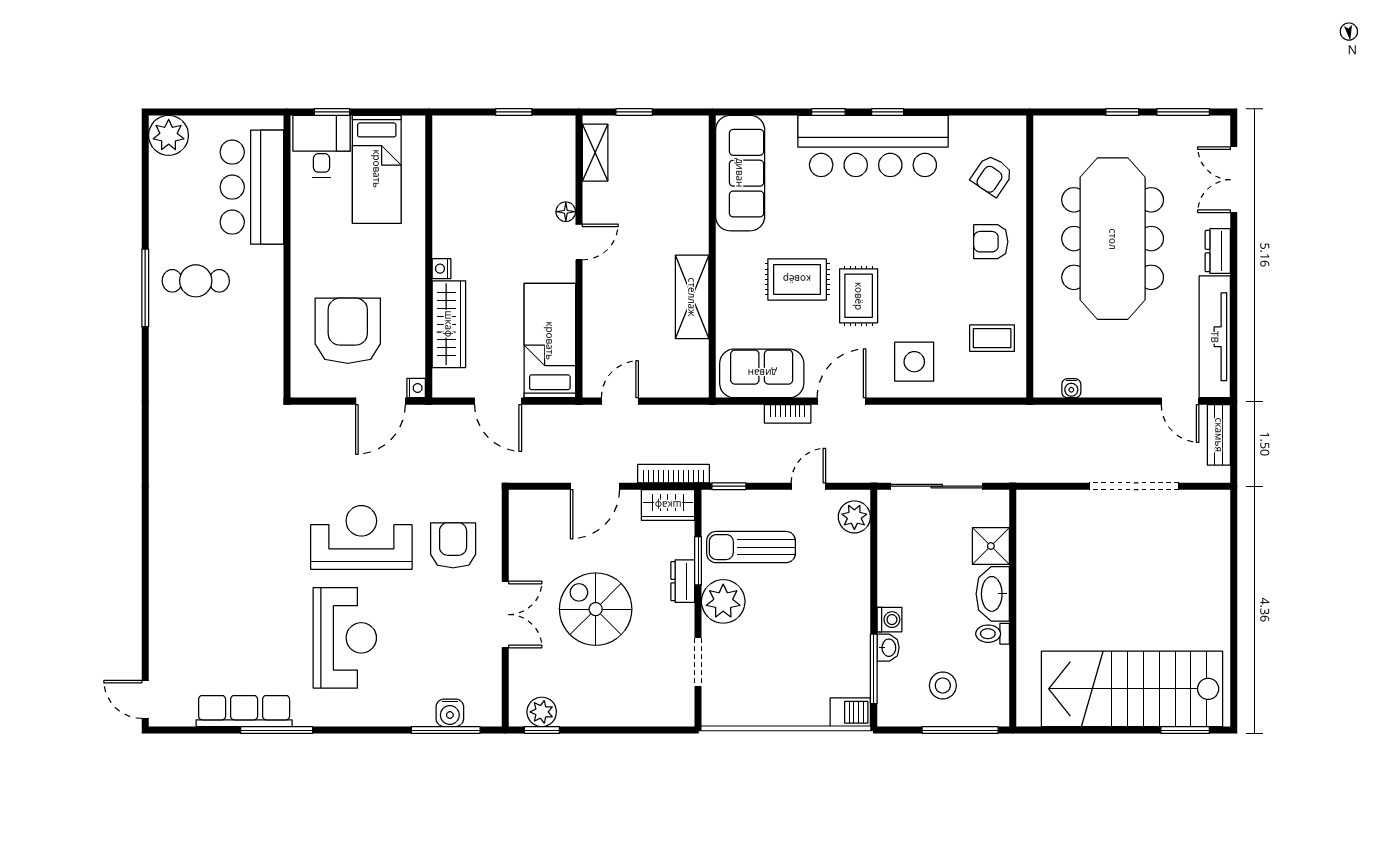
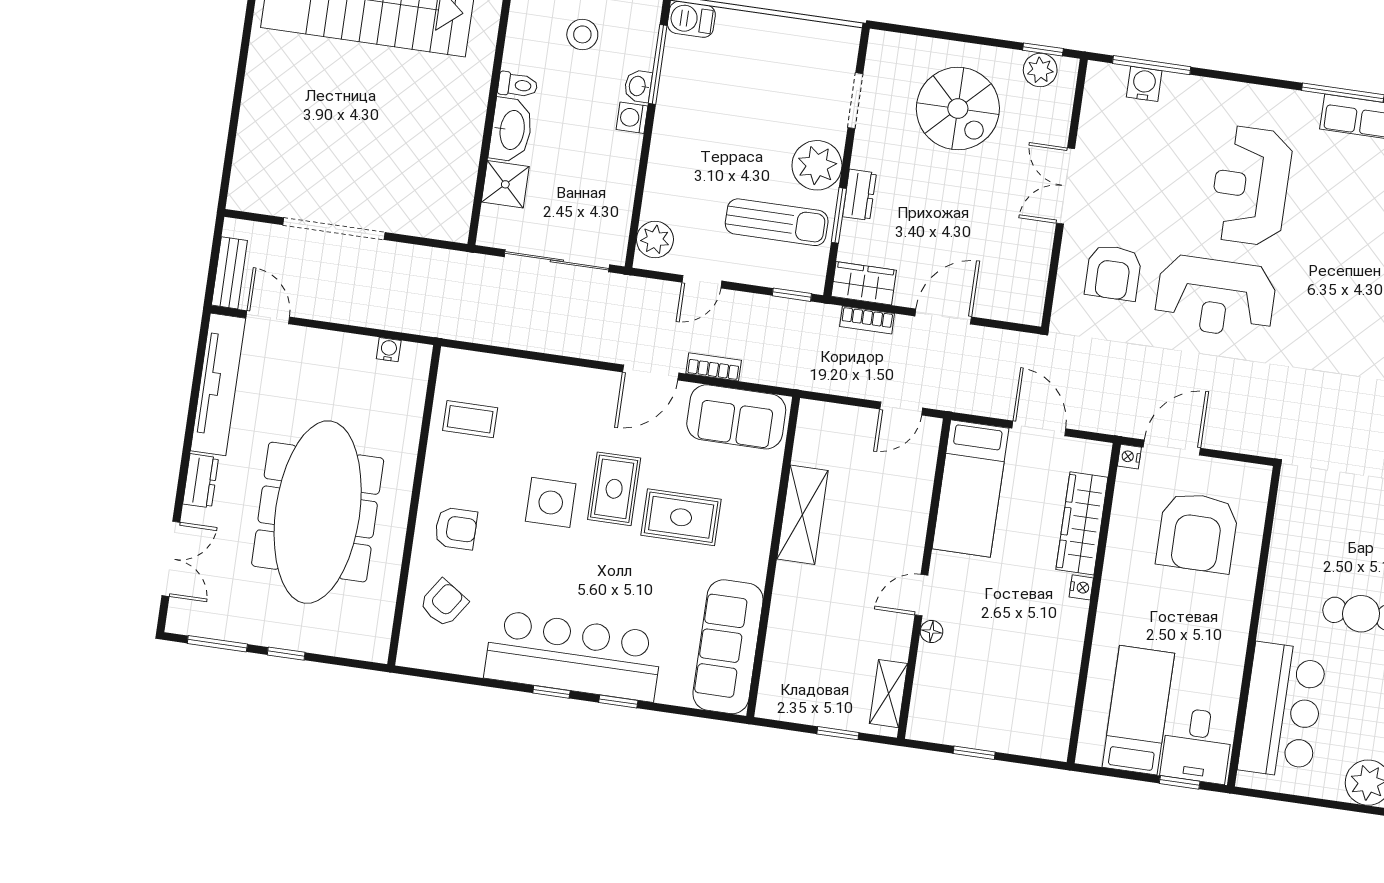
side table: (914, 362) -> (551, 502), moved
bookcase: (673, 474) -> (867, 320), width x0.64
spiral stairs: (596, 609) -> (958, 108), moved

